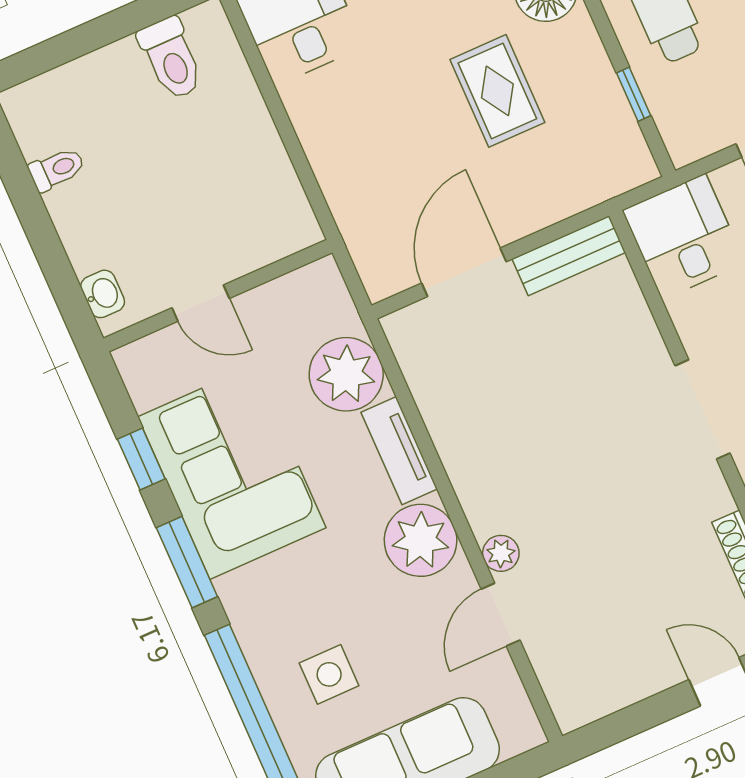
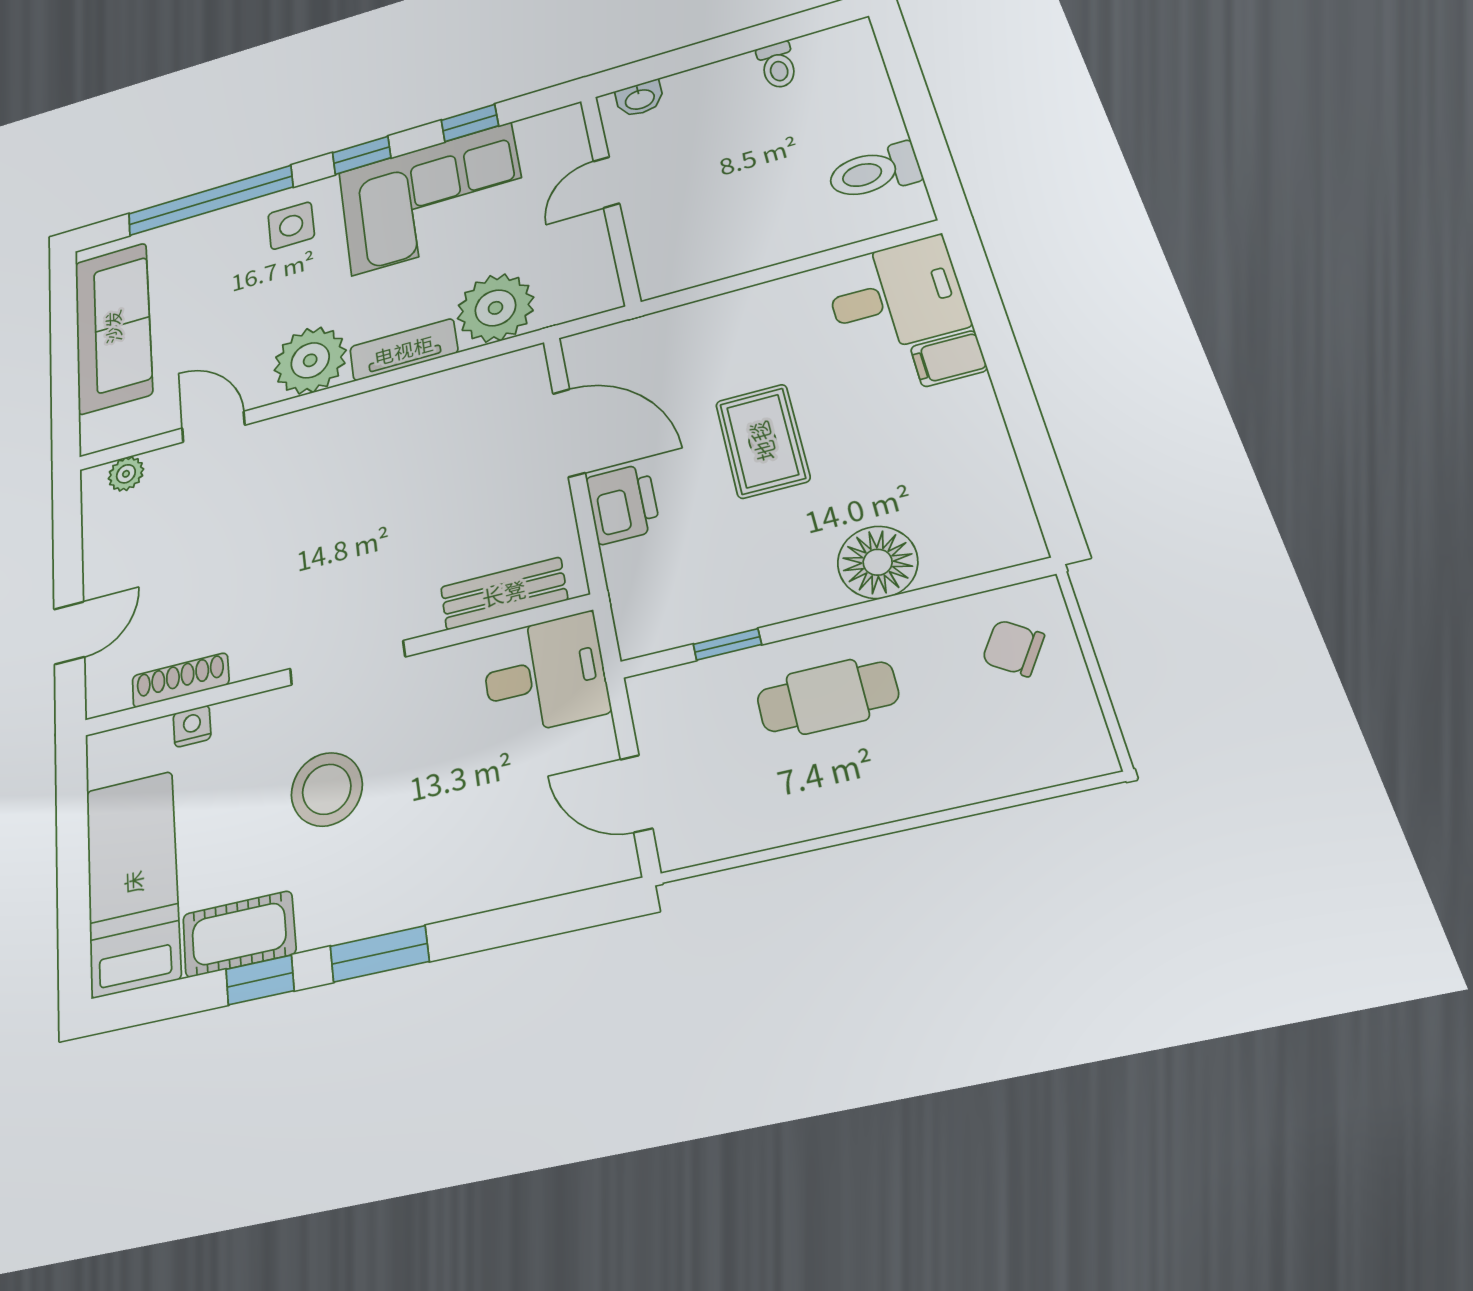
rug: (497, 91) -> (762, 441), moved, turned 90
printer: (524, 208) -> (623, 504), added
bench: (569, 256) -> (504, 593), moved, turned 90
plant: (501, 553) -> (126, 474), moved
window: (187, 562) -> (362, 155), width x0.67
side table: (329, 674) -> (291, 226), moved

